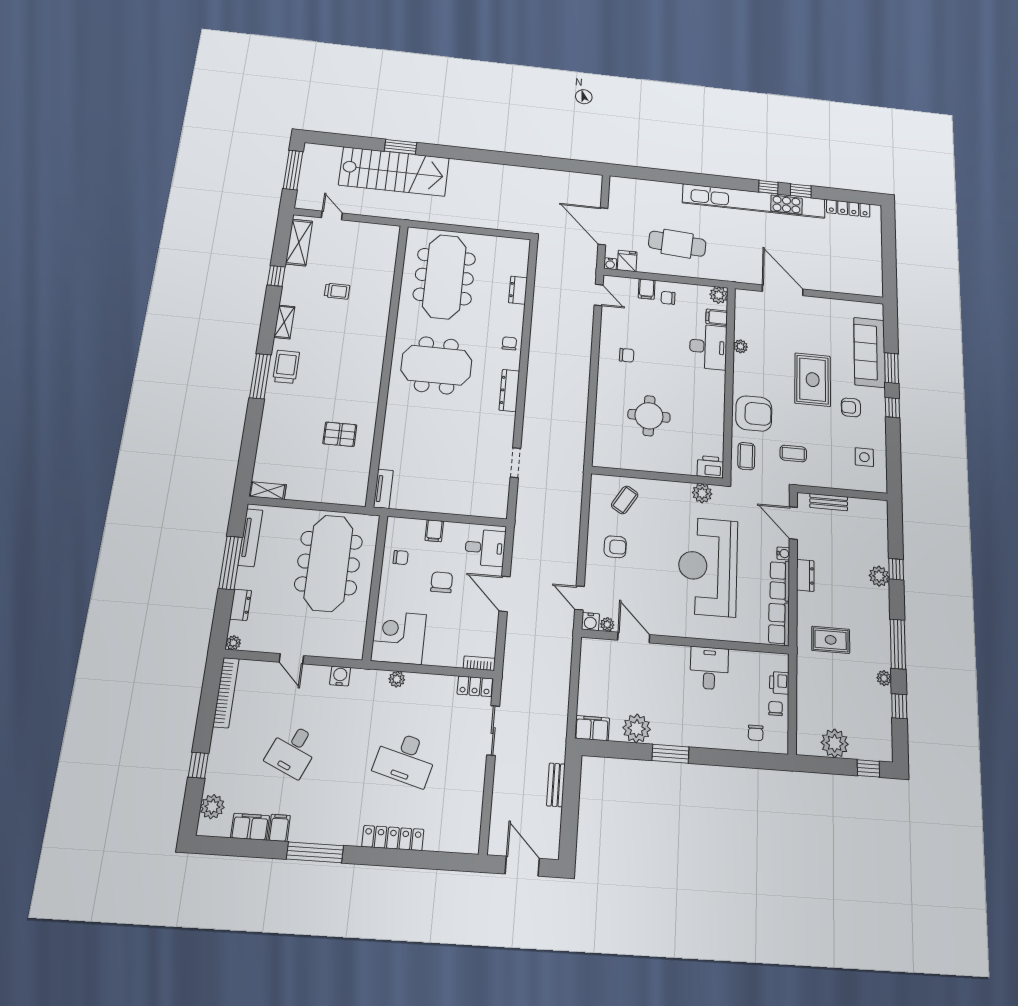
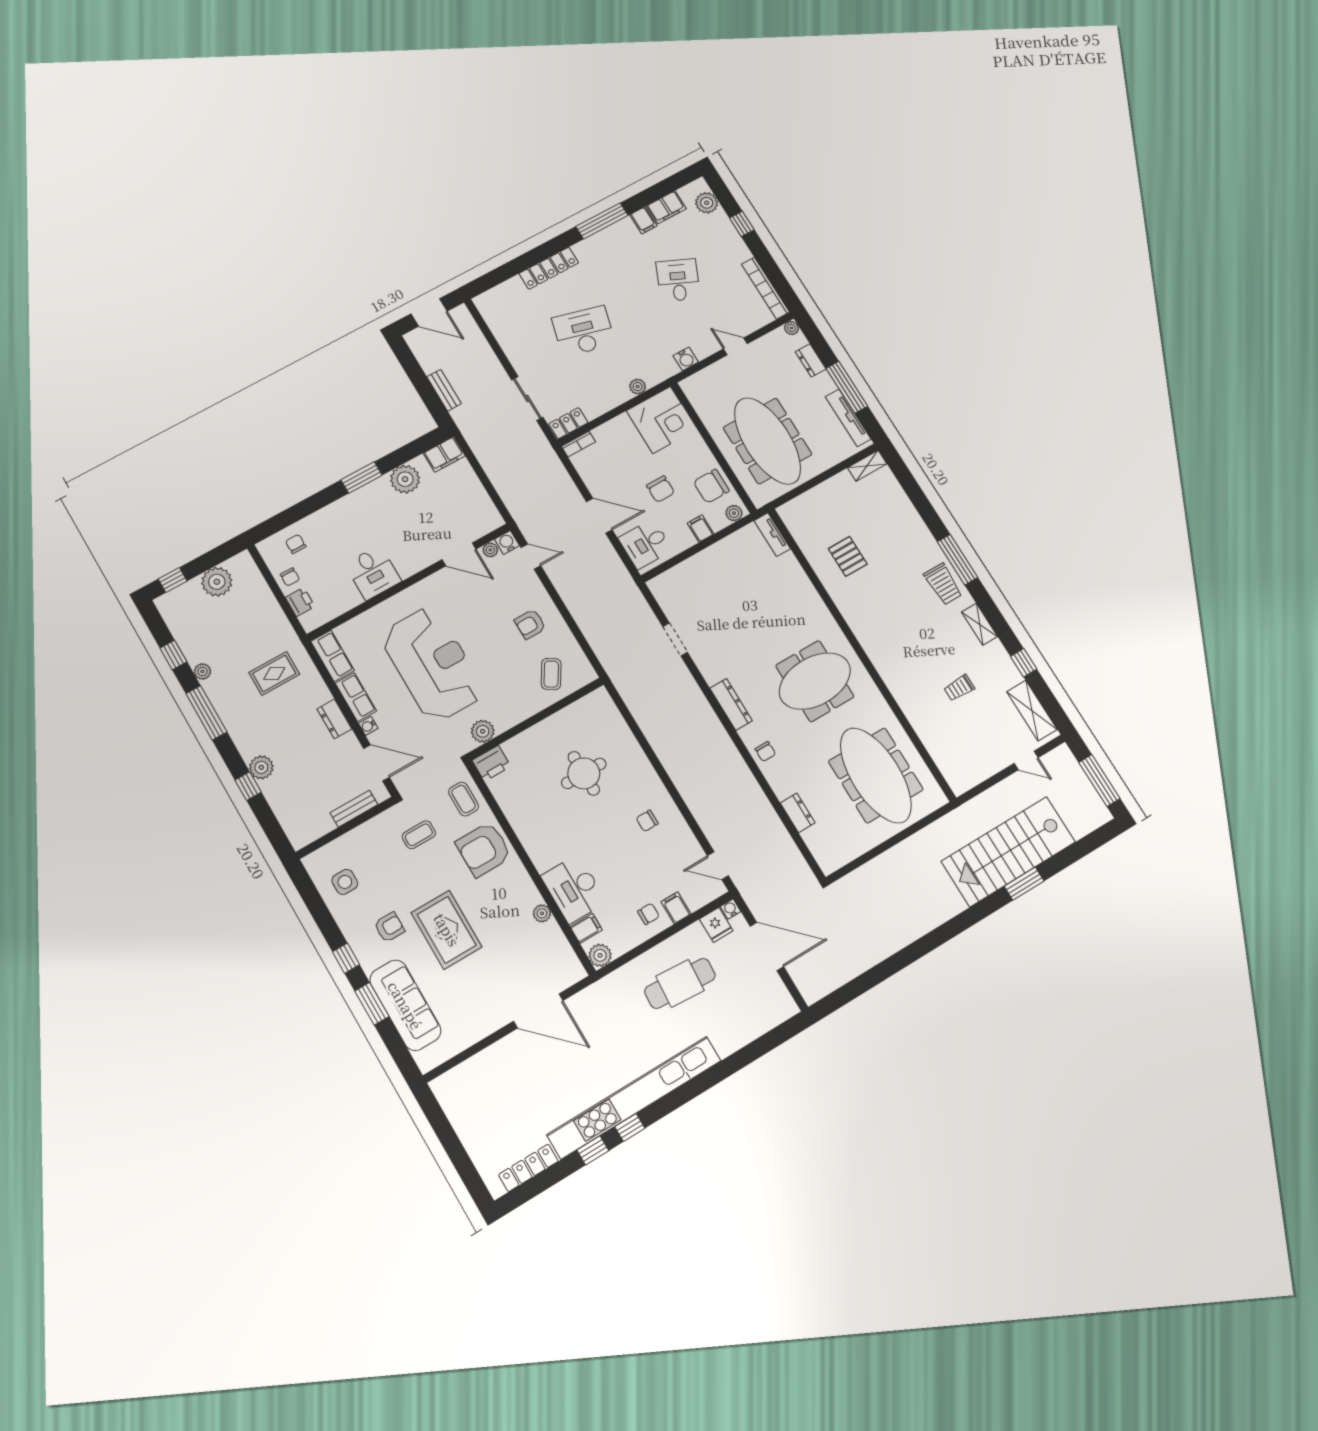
pallet: (340, 434) -> (848, 556), turned 90
plant: (399, 525) -> (734, 513), added
chair: (401, 558) -> (711, 486), width x1.87, depth x1.87

